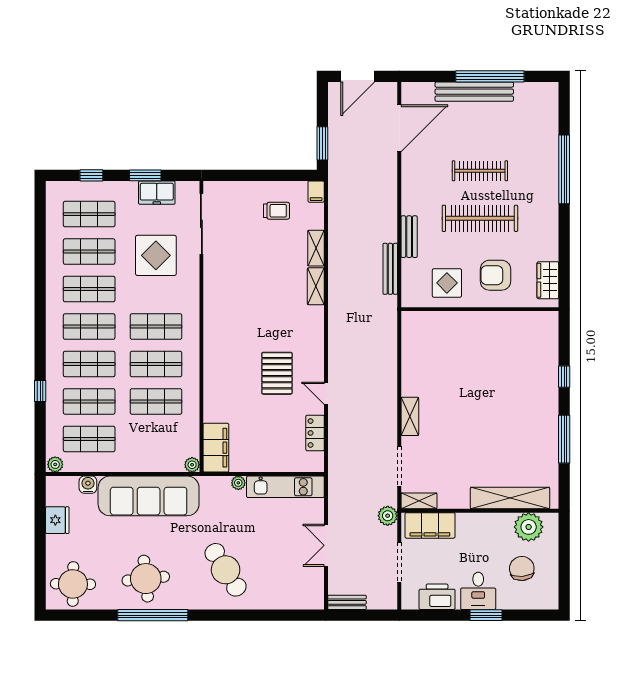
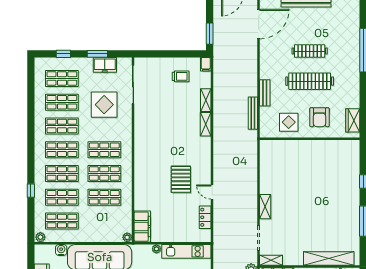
armchair: (496, 275) -> (319, 117), turned -90

